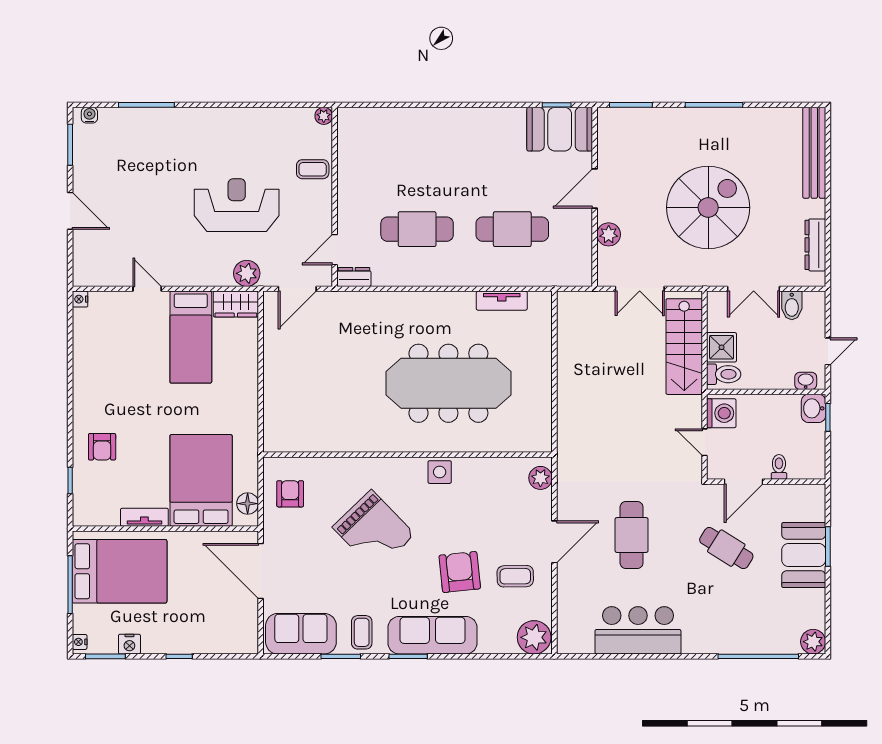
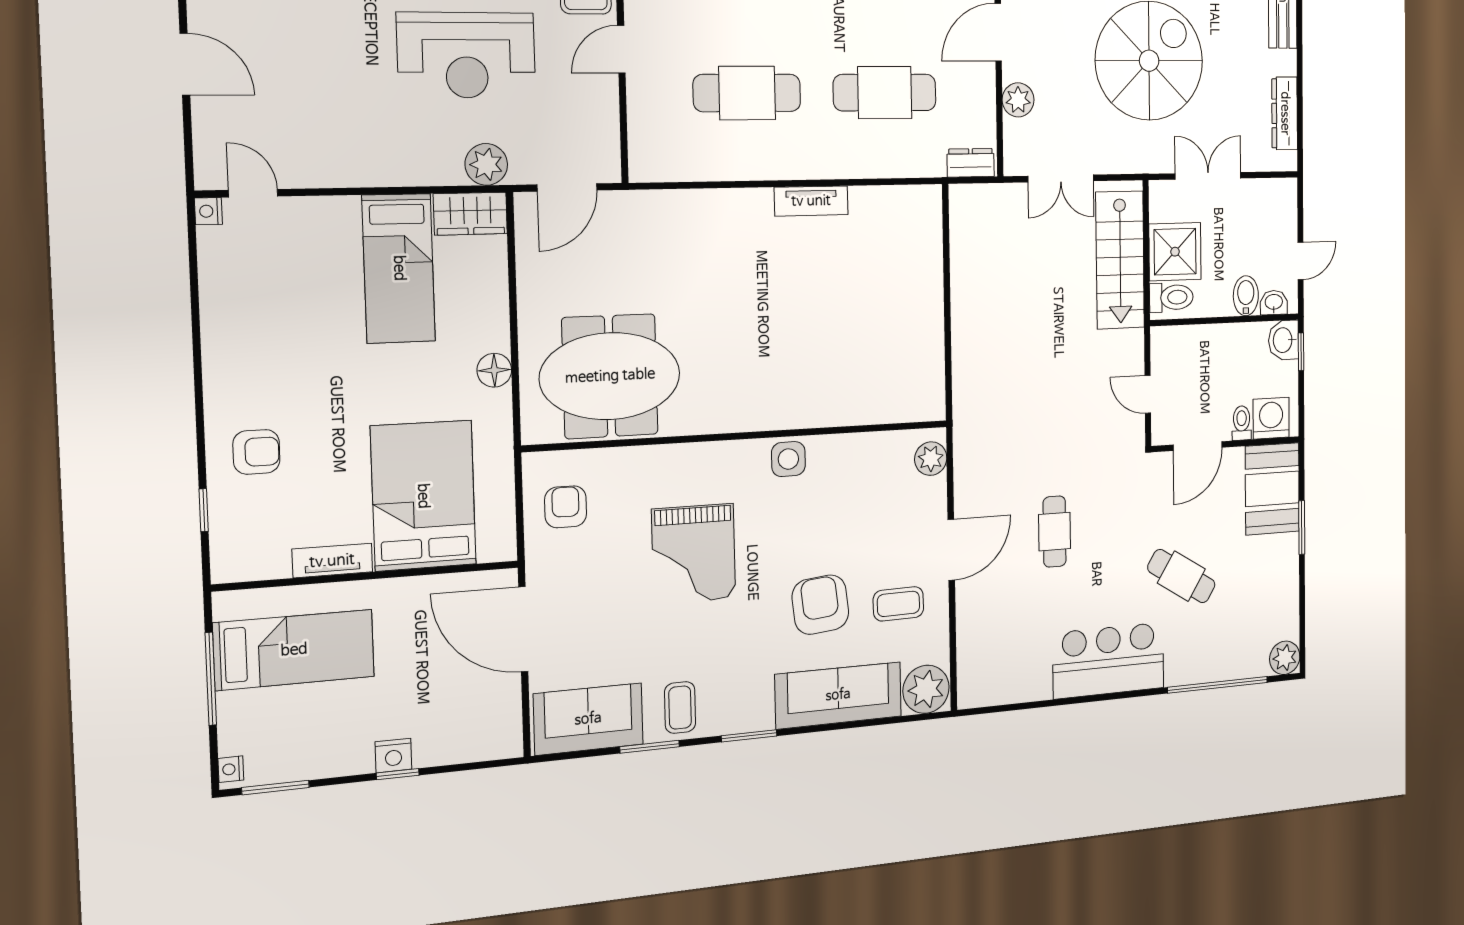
reception desk: (237, 205) -> (467, 55), turned 180
door: (335, 250) -> (621, 49), moved
dresser: (354, 277) -> (971, 163), moved
door: (147, 289) -> (253, 193), moved
double door: (754, 289) -> (1208, 176), swing flipped
tv unit: (502, 301) -> (811, 201), moved
bidet: (792, 305) -> (1246, 296), moved, turned 180
shower: (722, 347) -> (1175, 252), width x1.36, depth x1.36
meeting table: (448, 383) -> (610, 376), moved, width x0.73
washing machine: (721, 413) -> (1271, 418), moved, turned -90
armchair: (102, 447) -> (256, 452), turned -90
floor lamp: (248, 504) -> (494, 370), moved
grand piano: (374, 531) -> (694, 554), turned 44
cafe table: (632, 535) -> (1055, 532), width x0.73, depth x0.74
cafe table: (726, 548) -> (1181, 576), moved
booth: (804, 555) -> (1272, 489), moved
bed: (120, 571) -> (294, 650), width x0.67
bar counter: (638, 630) -> (1109, 661), moved
sofa: (432, 635) -> (838, 695), moved
nightstand: (129, 644) -> (393, 755), moved

